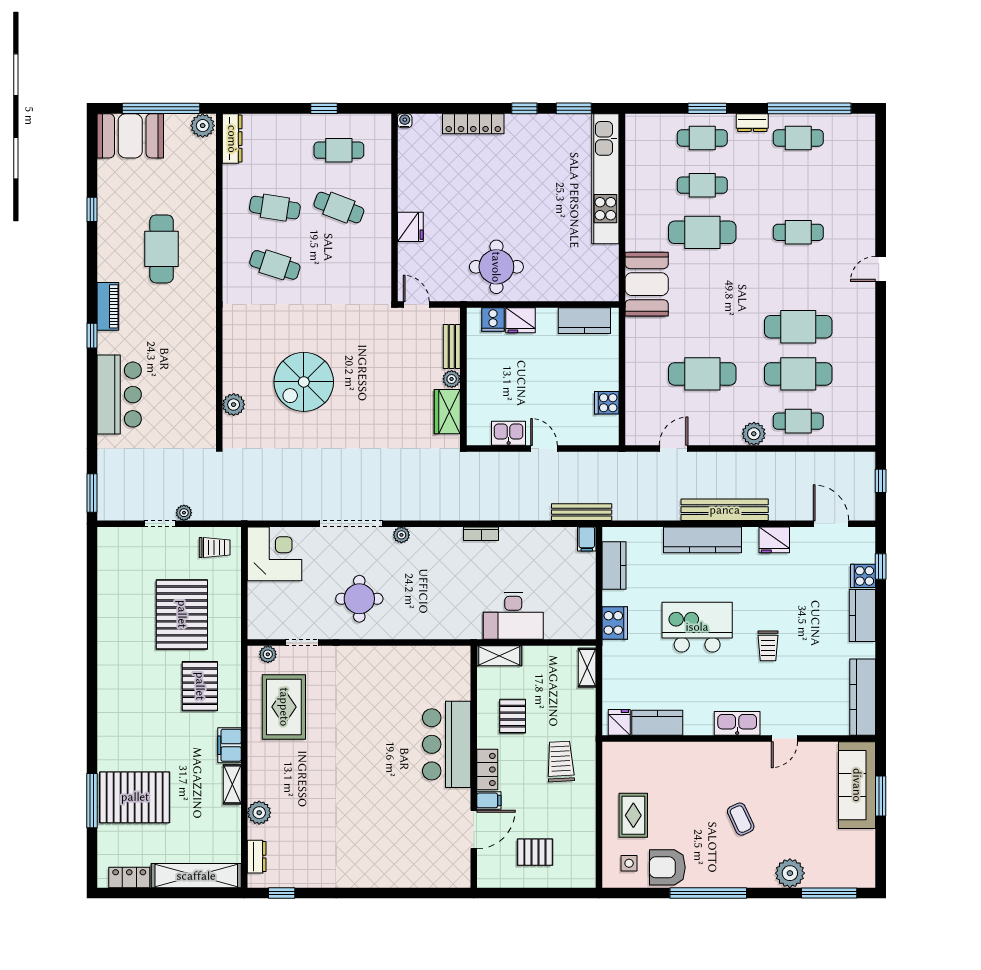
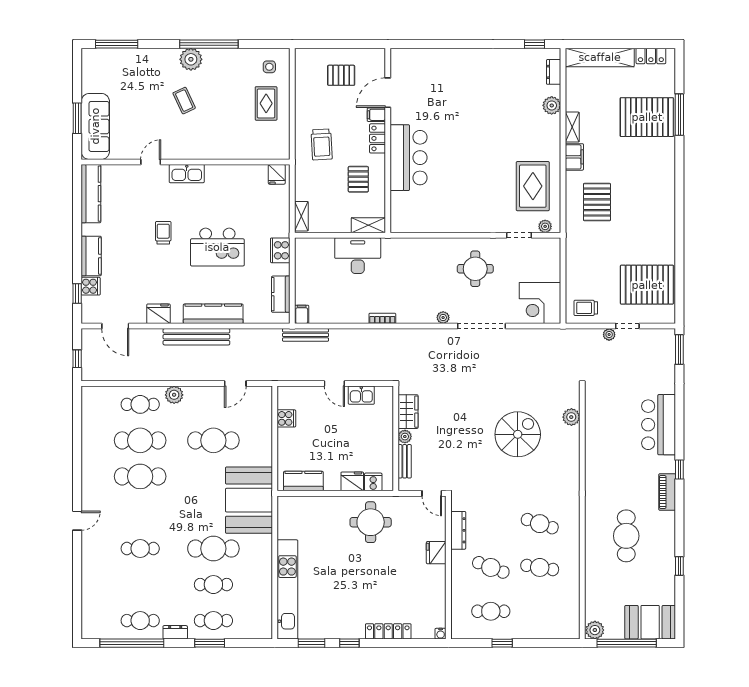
dresser: (232, 139) -> (458, 530), moved, turned 180
booth: (647, 284) -> (249, 500), width x1.36, depth x1.42
pallet: (182, 614) -> (647, 285), moved, turned 90
kitchen counter: (657, 723) -> (248, 174), removed
armchair: (667, 867) -> (240, 64), removed
plant: (790, 873) -> (191, 59), moved

